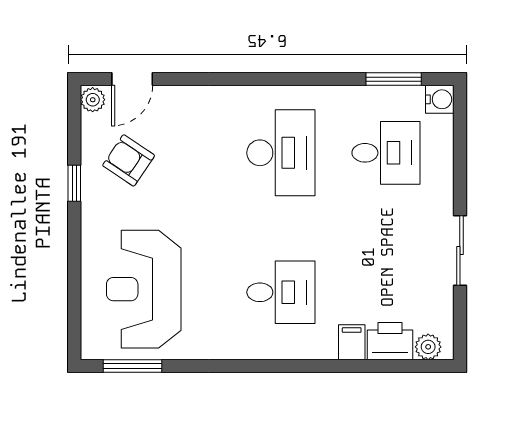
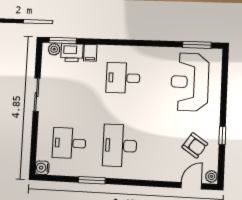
window: (394, 79) -> (92, 180), moved
reception desk: (144, 289) -> (190, 82), turned 180
window: (411, 366) -> (63, 41), added

